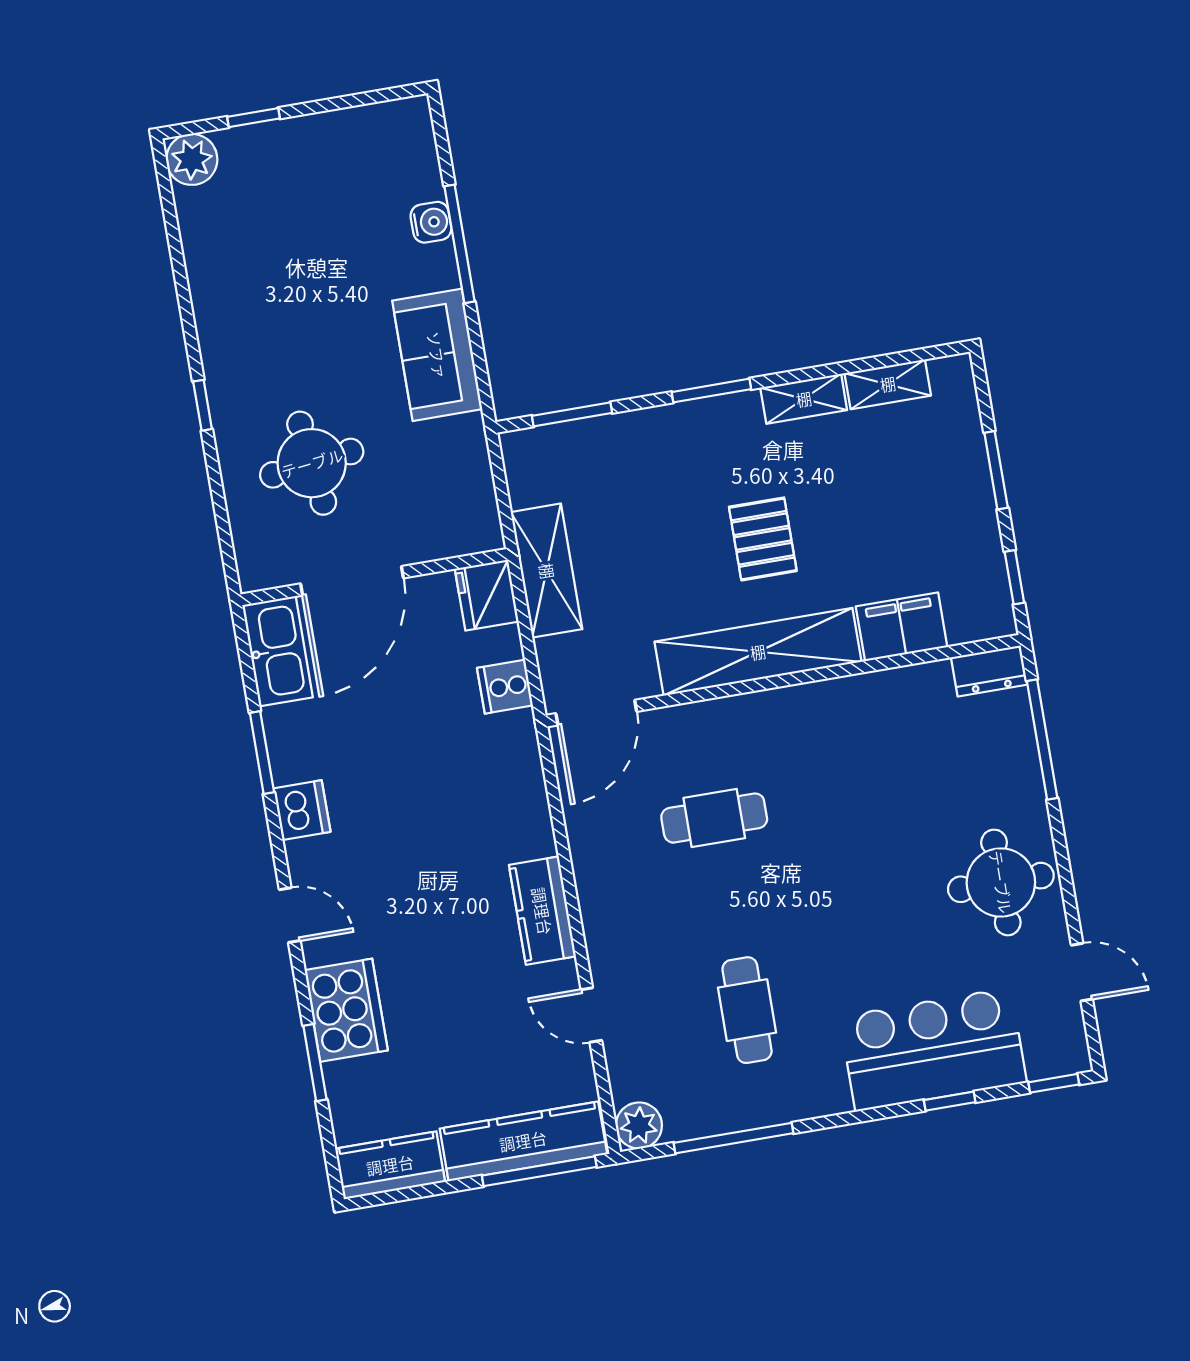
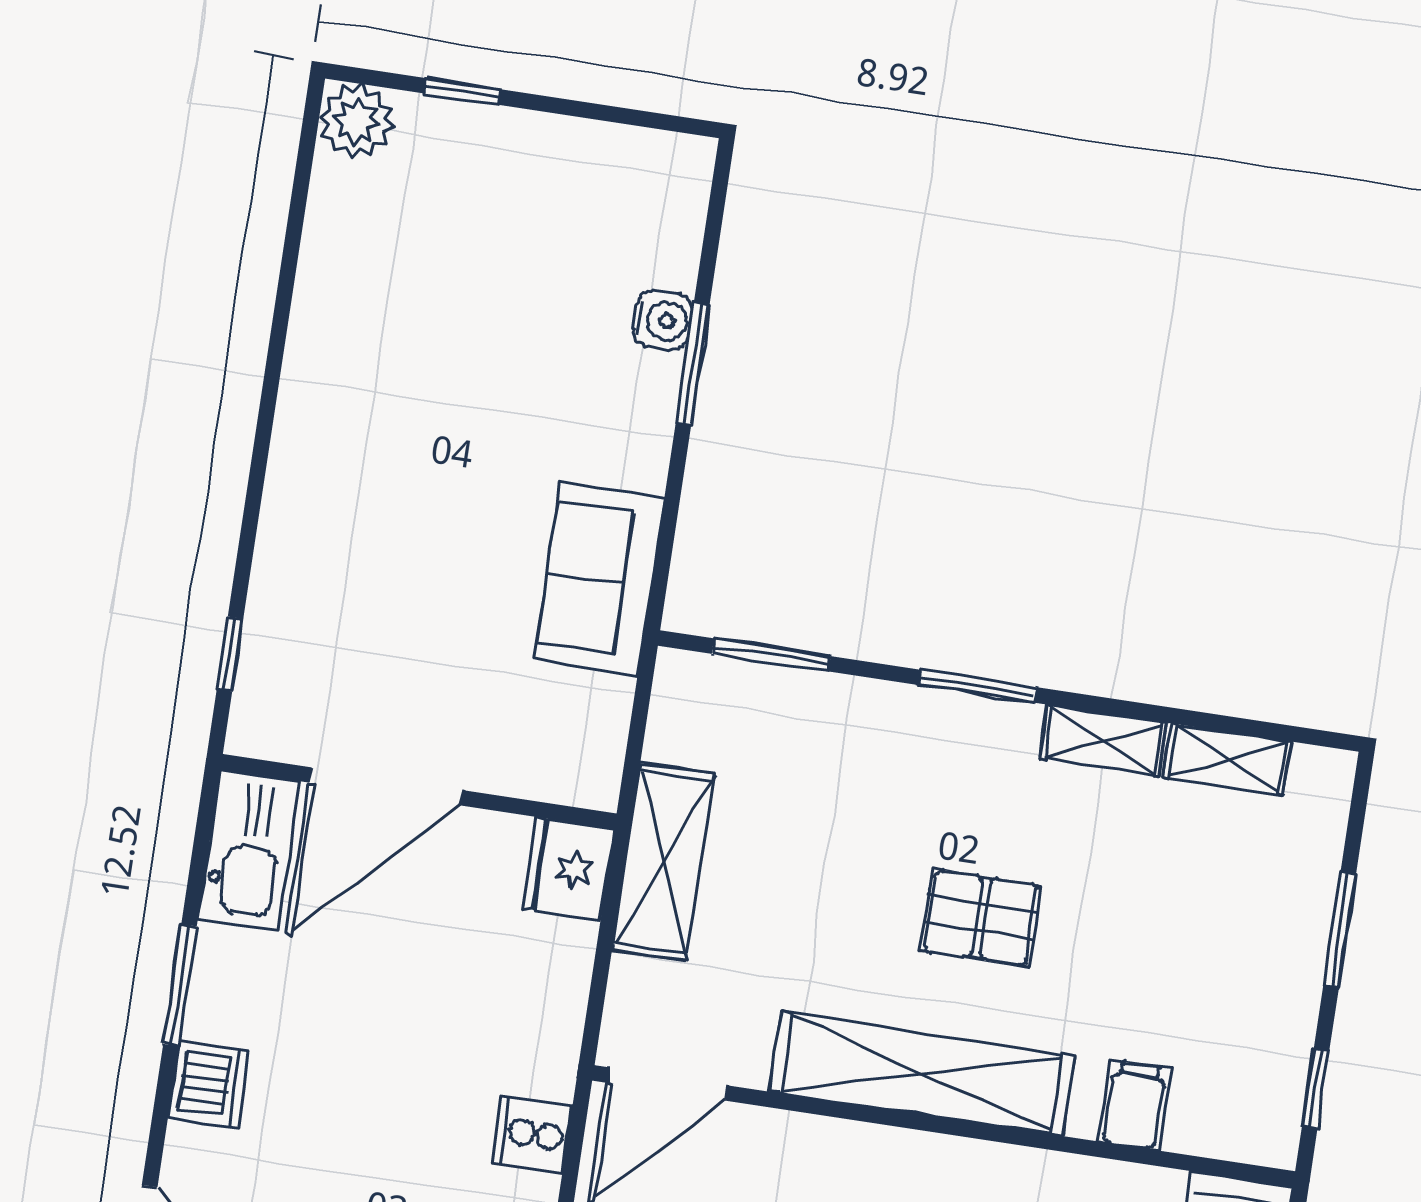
window: (459, 244) -> (693, 364), width x0.69
sofa: (437, 355) -> (599, 579), moved
window: (203, 405) -> (230, 654), moved
round table: (312, 463) -> (384, 603), removed
pallet: (763, 539) -> (981, 918), turned 90
filing cabinet: (902, 627) -> (1135, 1105), width x0.50
cooker: (505, 687) -> (532, 1134), moved

